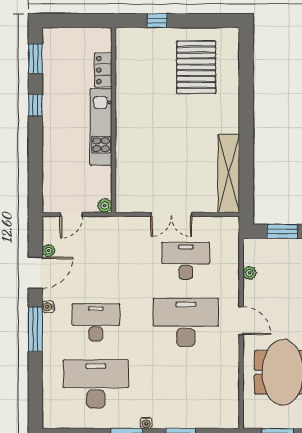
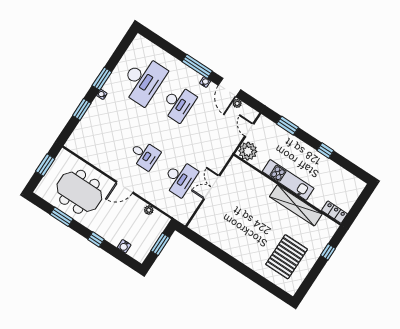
window: (35, 59) -> (288, 126), moved
pallet: (196, 67) -> (287, 257), turned 90
locker: (103, 70) -> (334, 212), moved
shelving: (229, 173) -> (296, 205), moved
plant: (105, 206) -> (248, 151), width x1.87, depth x1.87
desk: (186, 322) -> (144, 155), width x0.53, depth x0.77

